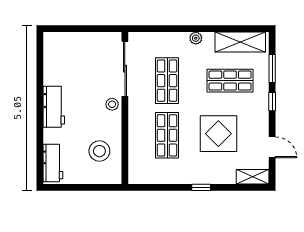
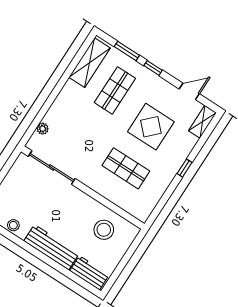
plant: (196, 38) -> (43, 129), moved
shop shelf: (167, 81) -> (83, 140), removed
stool: (112, 104) -> (13, 225), moved
workbench: (54, 107) -> (52, 247), width x1.38

